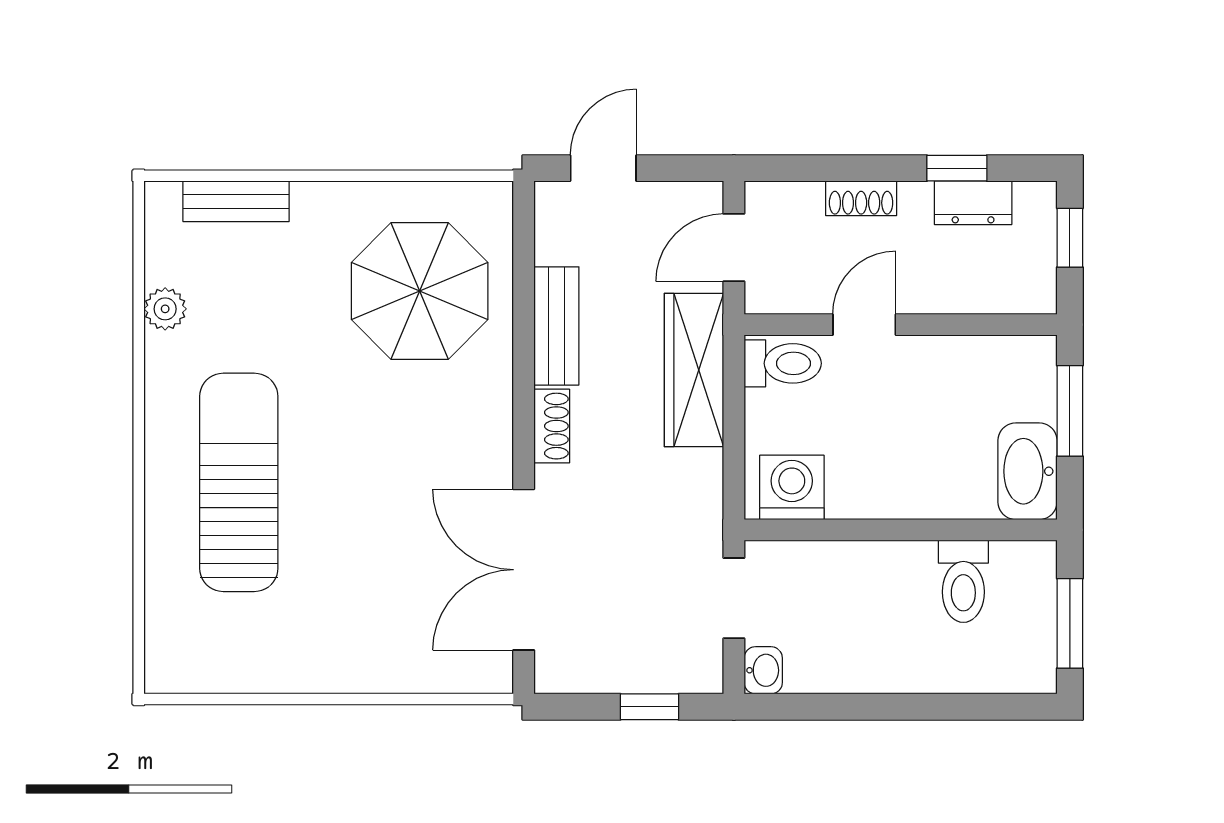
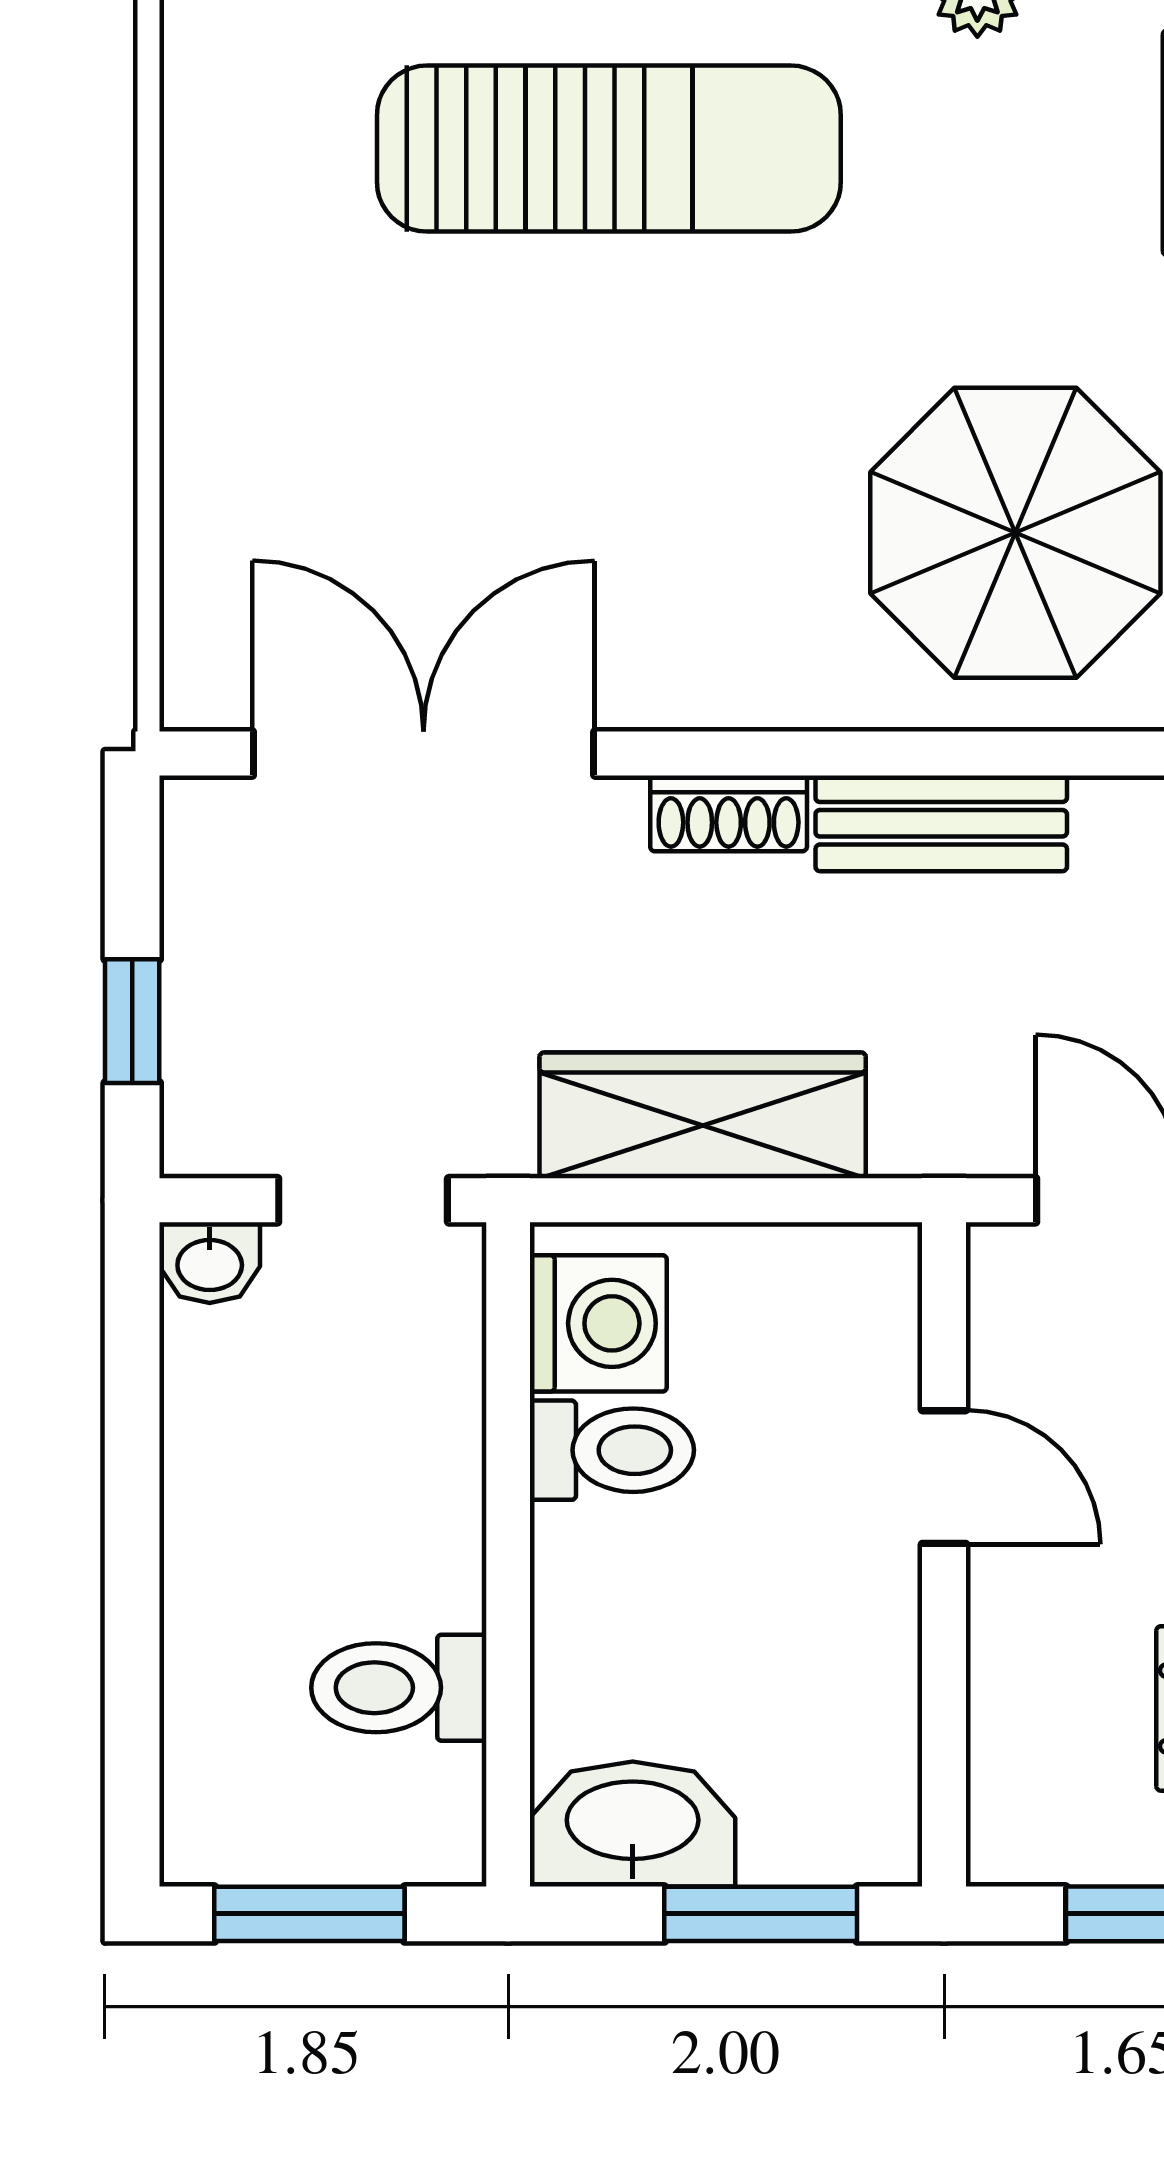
toilet: (783, 363) -> (612, 1450), moved, turned -90
wardrobe: (694, 370) -> (703, 1115), moved

